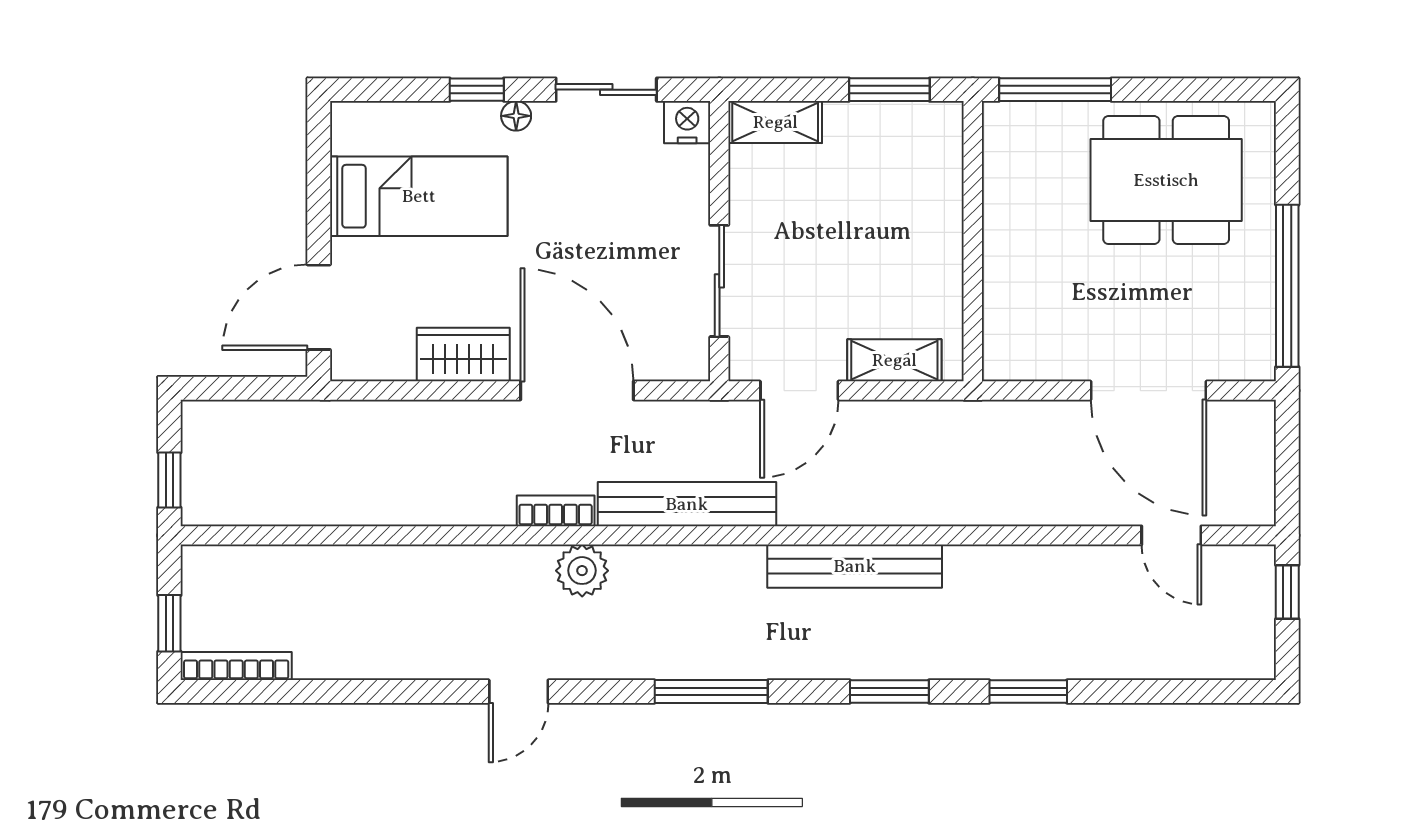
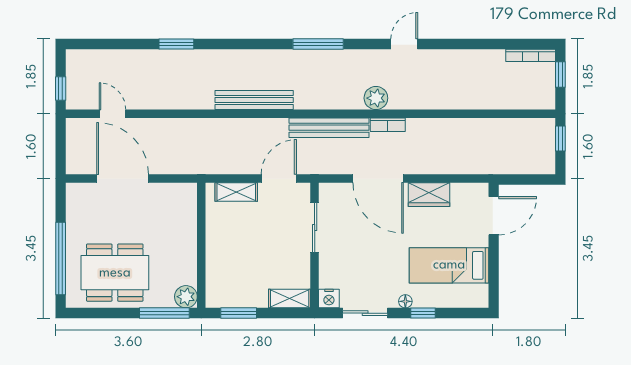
plant: (1007, 126) -> (186, 297), added
window: (1287, 286) -> (61, 259), moved
window: (889, 691) -> (239, 44), removed

